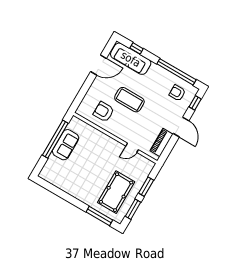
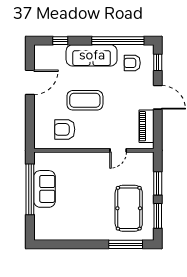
sofa: (131, 59) -> (92, 55), moved

